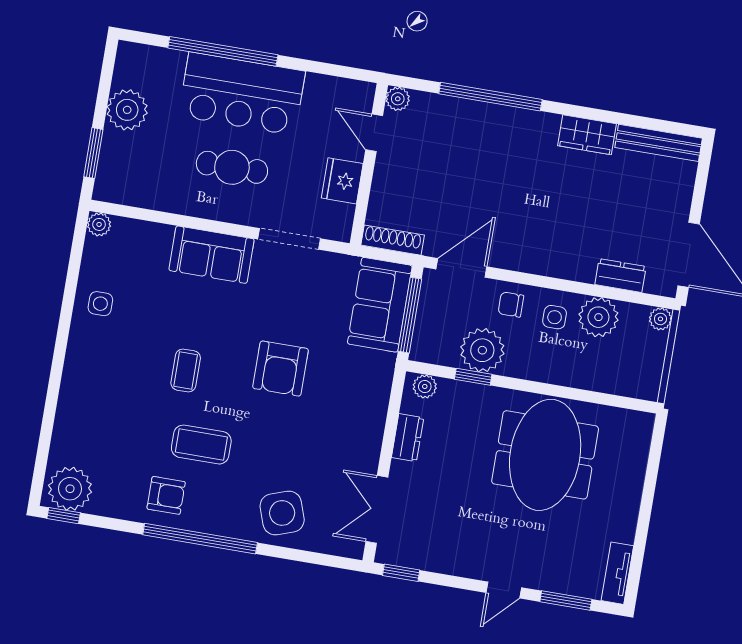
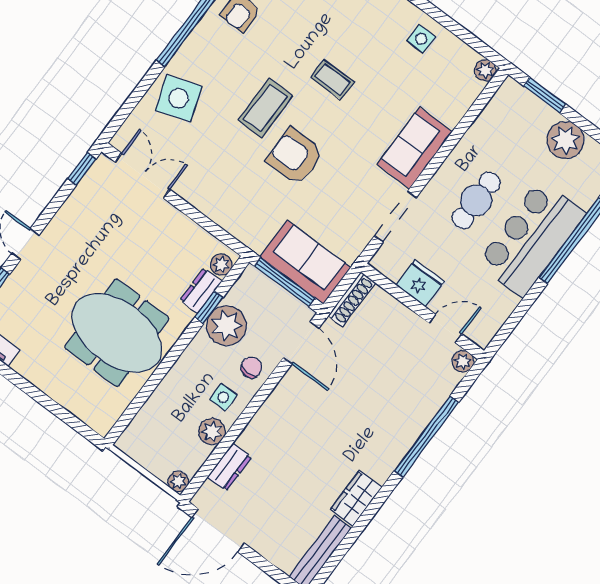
plant: (598, 317) -> (212, 431), width x0.73, depth x0.73
dresser: (408, 438) -> (201, 291), moved, turned 90
coffee table: (201, 445) -> (265, 108), moved

